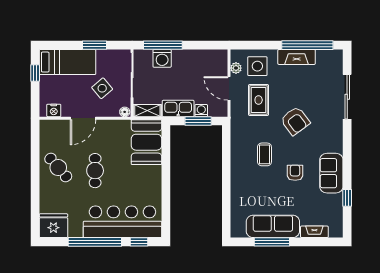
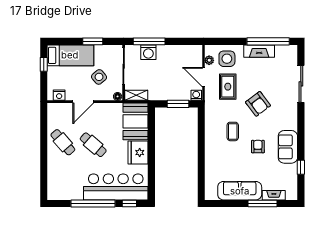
kitchen sink: (178, 108) -> (162, 94), removed
washing machine: (201, 111) -> (196, 95), moved
cafe table: (95, 171) -> (93, 145), turned -49
fridge: (53, 226) -> (138, 153), moved, turned -90
window: (272, 242) -> (262, 204), moved

